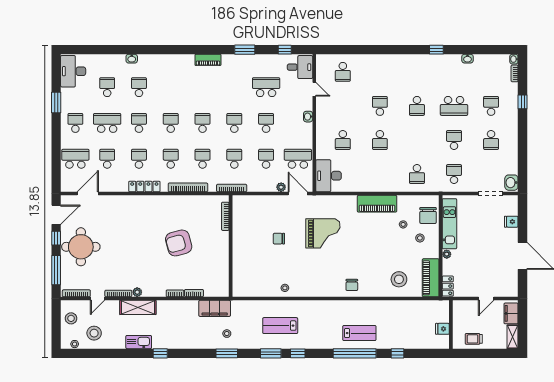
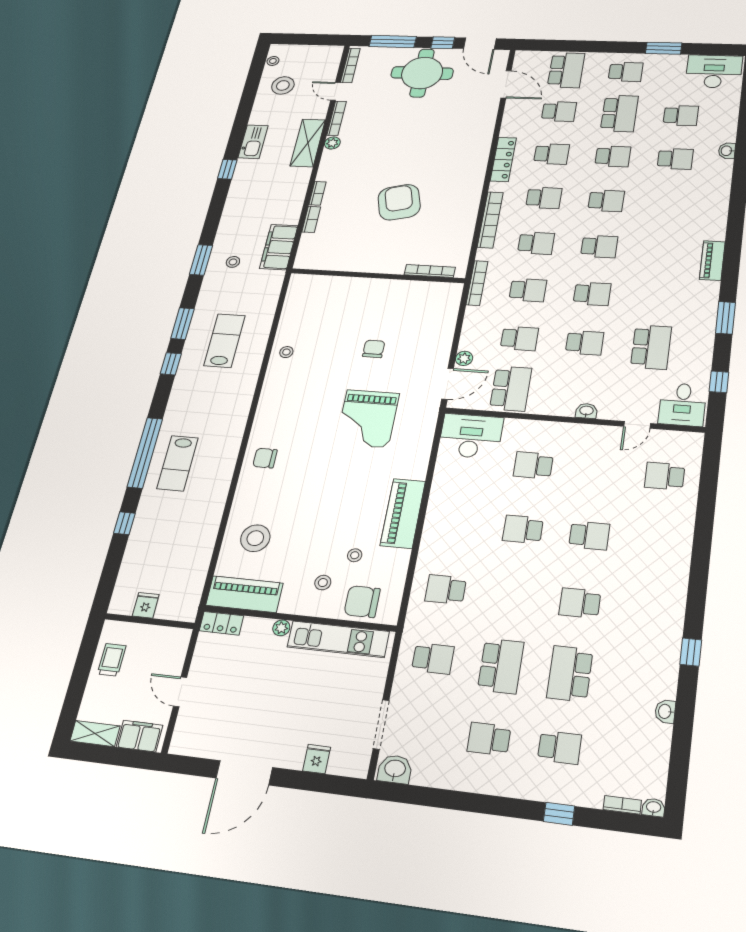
school desk: (454, 140) -> (501, 666), width x1.85
stool: (71, 318) -> (313, 58), removed

